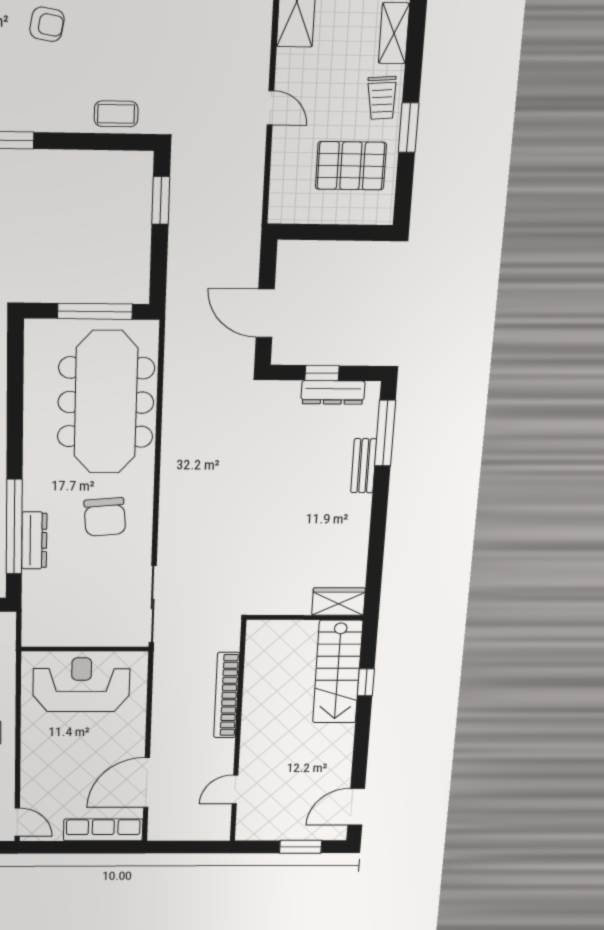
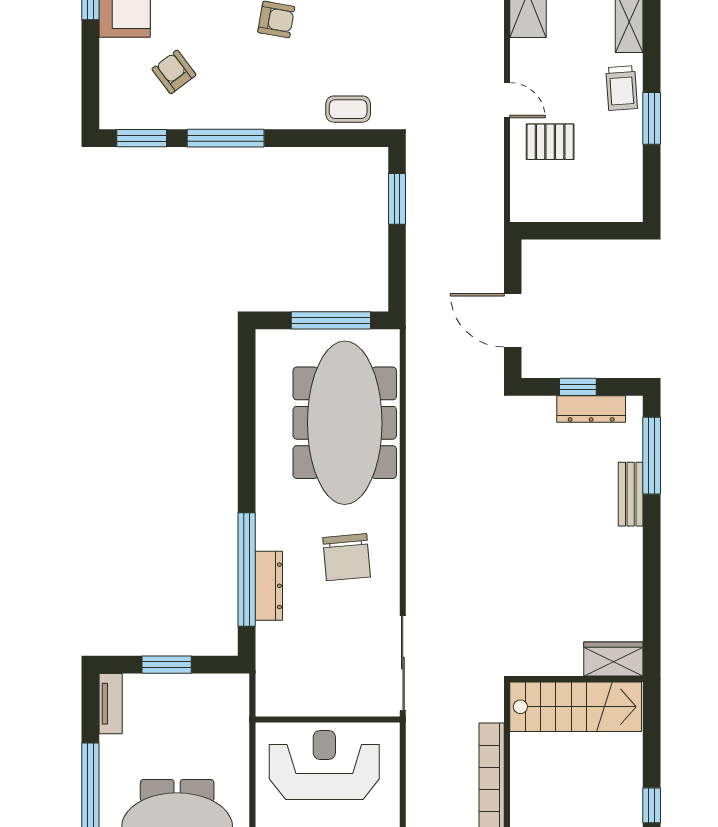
pallet: (351, 166) -> (550, 142), moved, width x0.67, depth x0.71
stairs: (338, 672) -> (576, 707), moved, turned -90
window: (366, 682) -> (652, 805), moved

